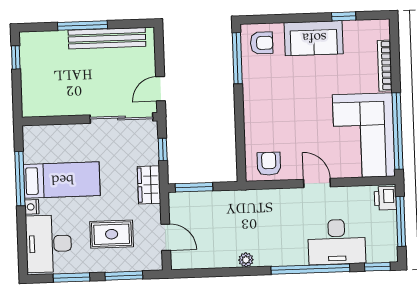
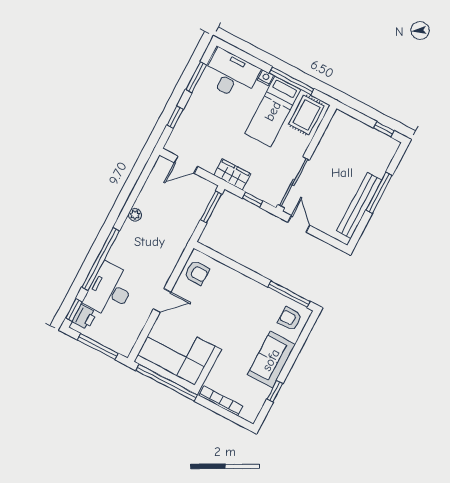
armchair: (262, 43) -> (290, 319), turned 90
printer: (385, 198) -> (84, 317), moved, turned 90
rug: (112, 234) -> (306, 115), moved
window: (124, 276) -> (175, 117), width x0.67

